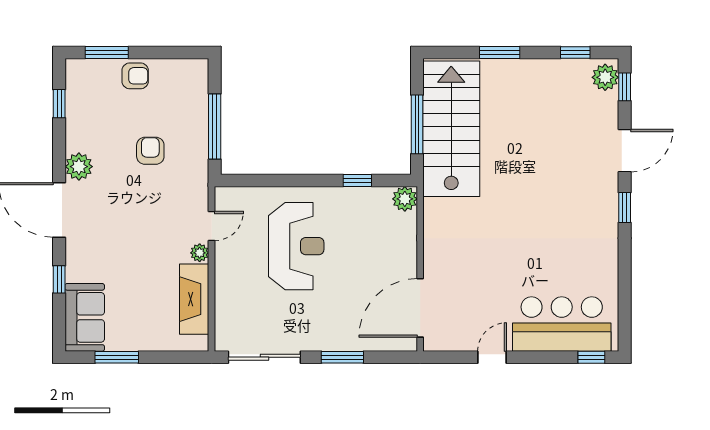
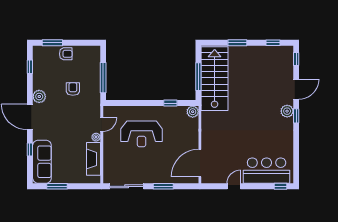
plant: (605, 77) -> (287, 111), moved
reception desk: (296, 246) -> (142, 134), turned 90
sofa: (85, 317) -> (42, 162), width x1.36

